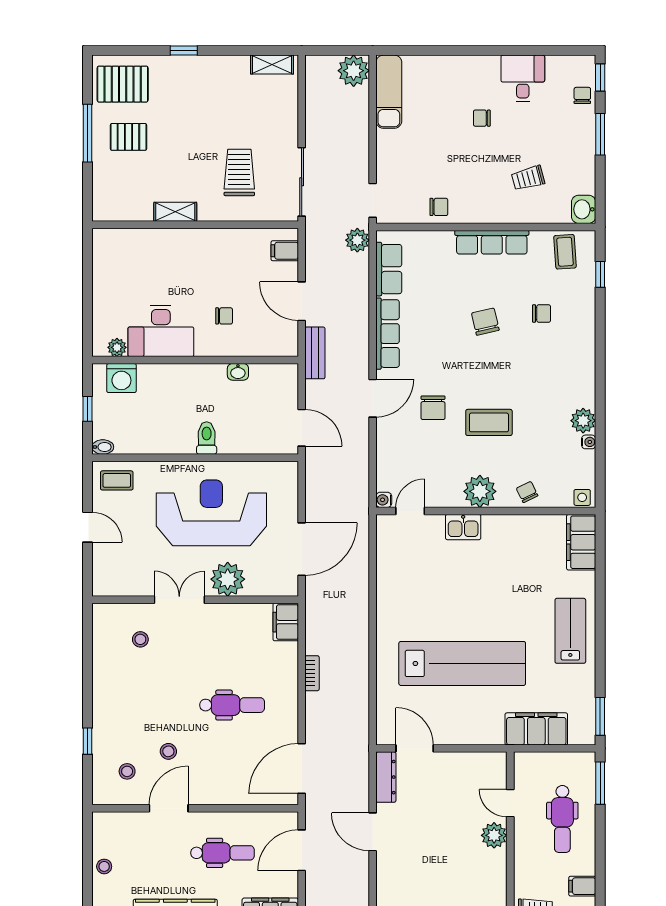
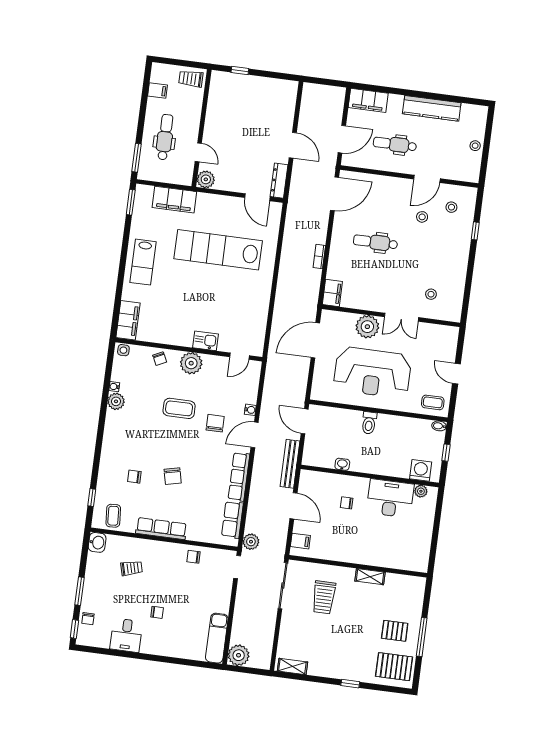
bench: (315, 353) -> (290, 464), width x1.36
water cooler: (384, 500) -> (250, 410), moved
plant: (494, 835) -> (206, 179), moved

